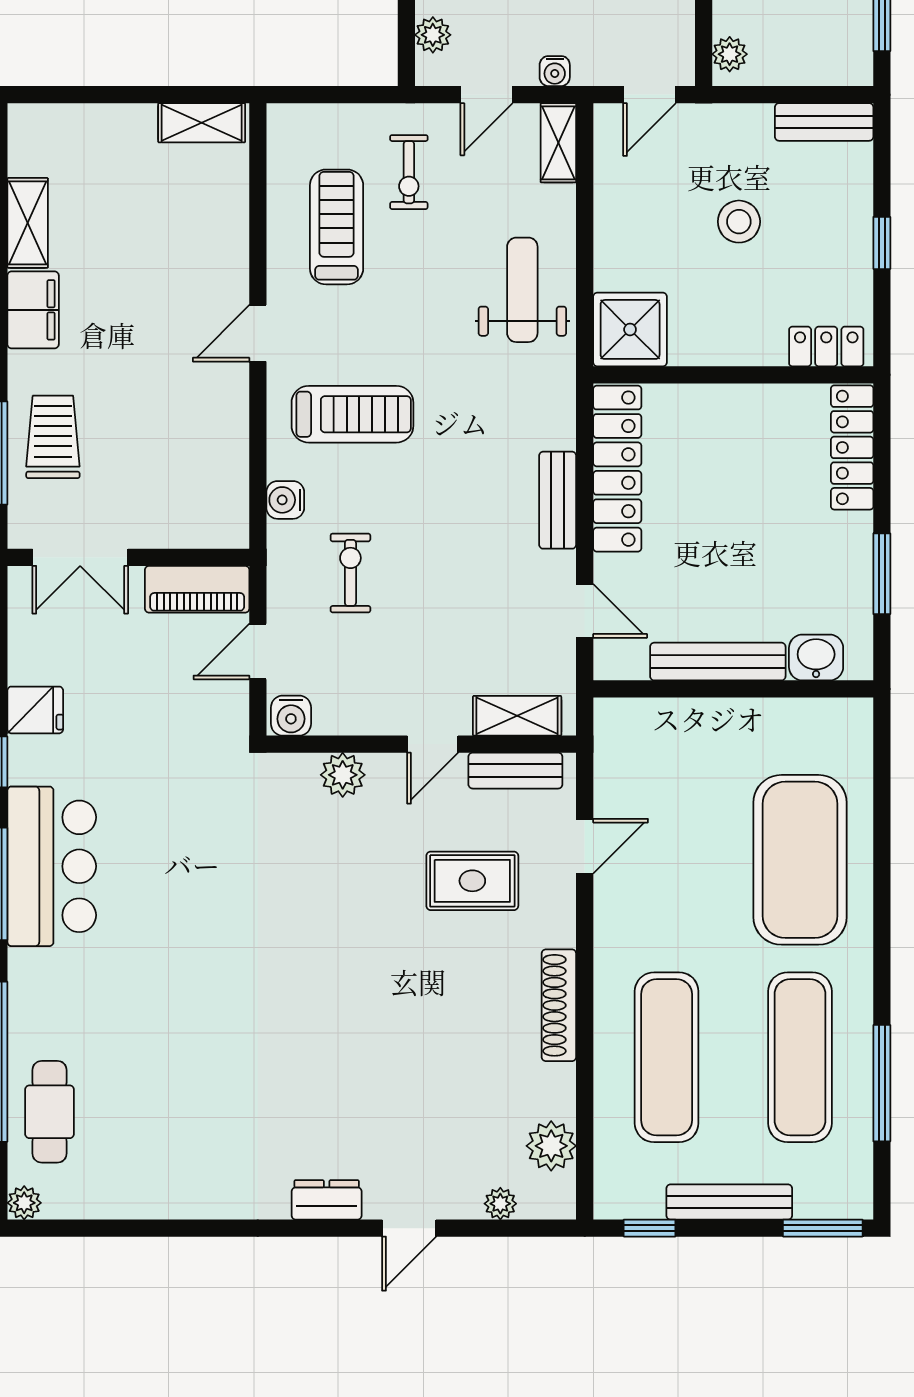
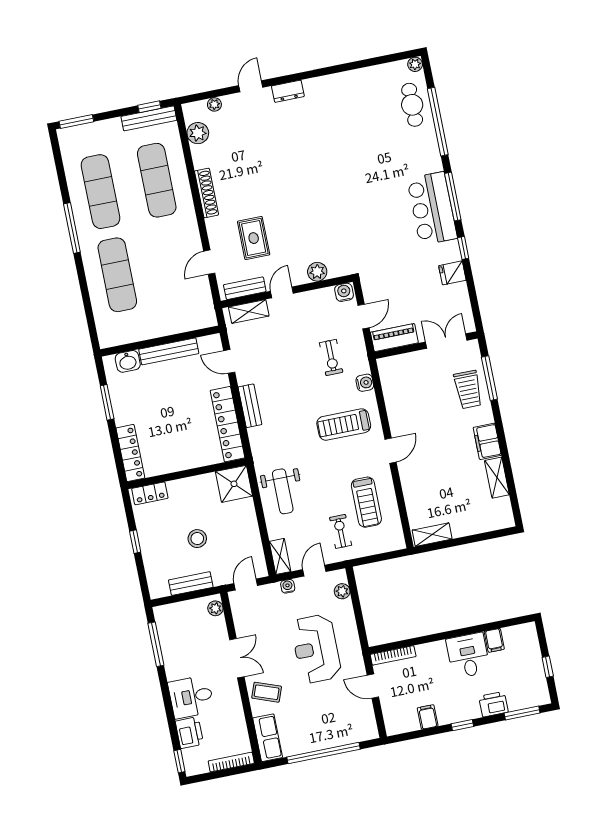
bench: (824, 122) -> (191, 584), moved
exercise mat: (800, 860) -> (117, 275), width x0.68
rug: (472, 881) -> (254, 238), turned 90
window: (882, 1083) -> (72, 228), moved
bench: (729, 1202) -> (149, 118), moved

